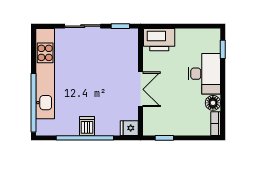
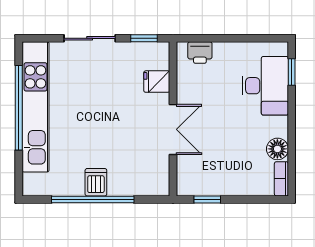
printer: (159, 40) -> (200, 53), width x0.53, depth x0.68
desk: (204, 74) -> (265, 86), moved
window: (33, 103) -> (19, 108), moved
fridge: (129, 128) -> (157, 82), moved

